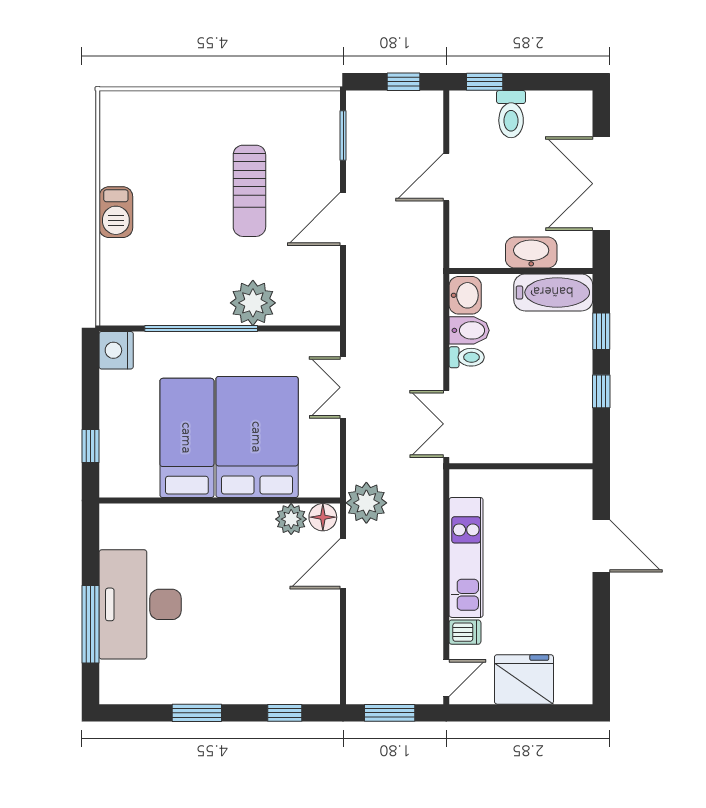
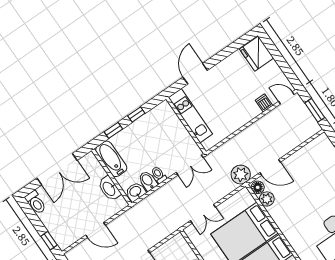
toilet: (511, 114) -> (36, 202), moved, turned 90
washbasin: (531, 253) -> (109, 189), moved
kitchen unit: (466, 557) -> (190, 116), moved, turned 90
fridge: (524, 679) -> (257, 54), moved

